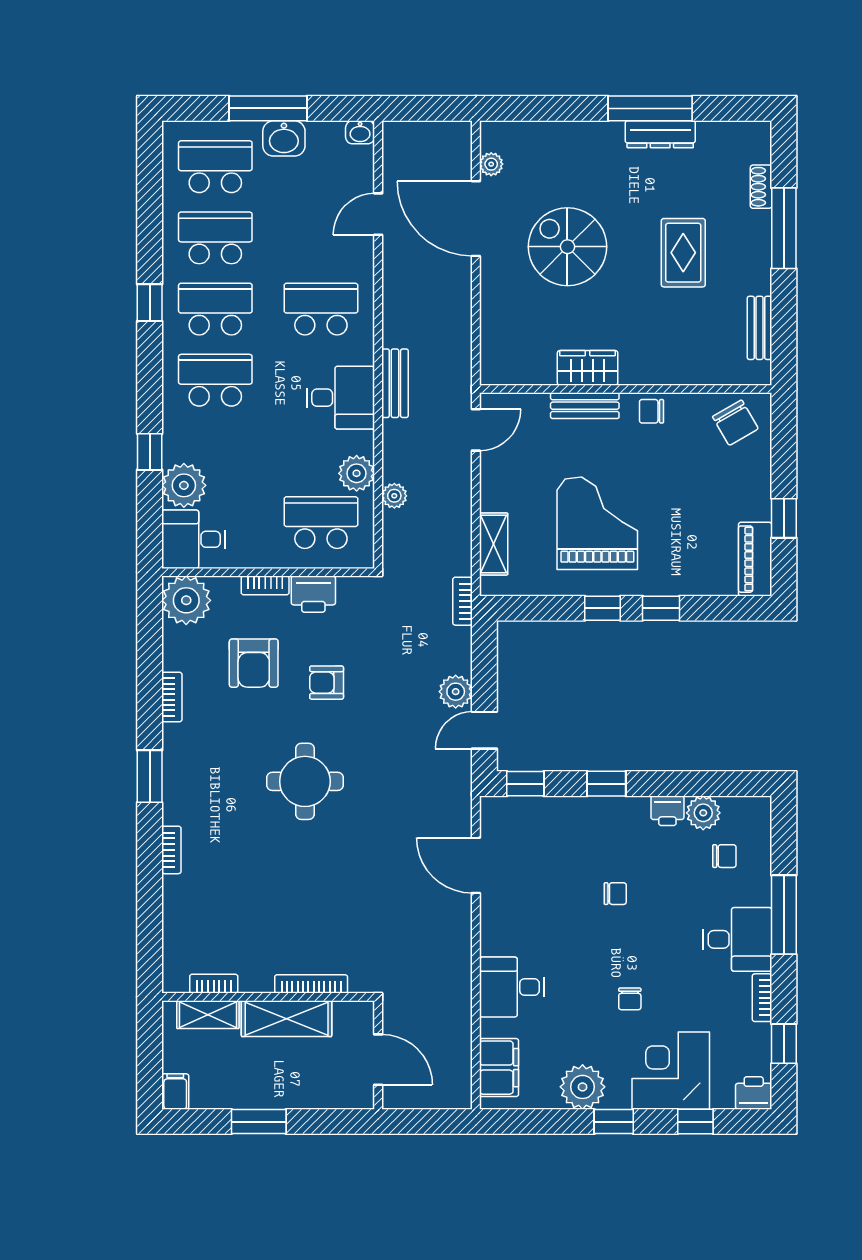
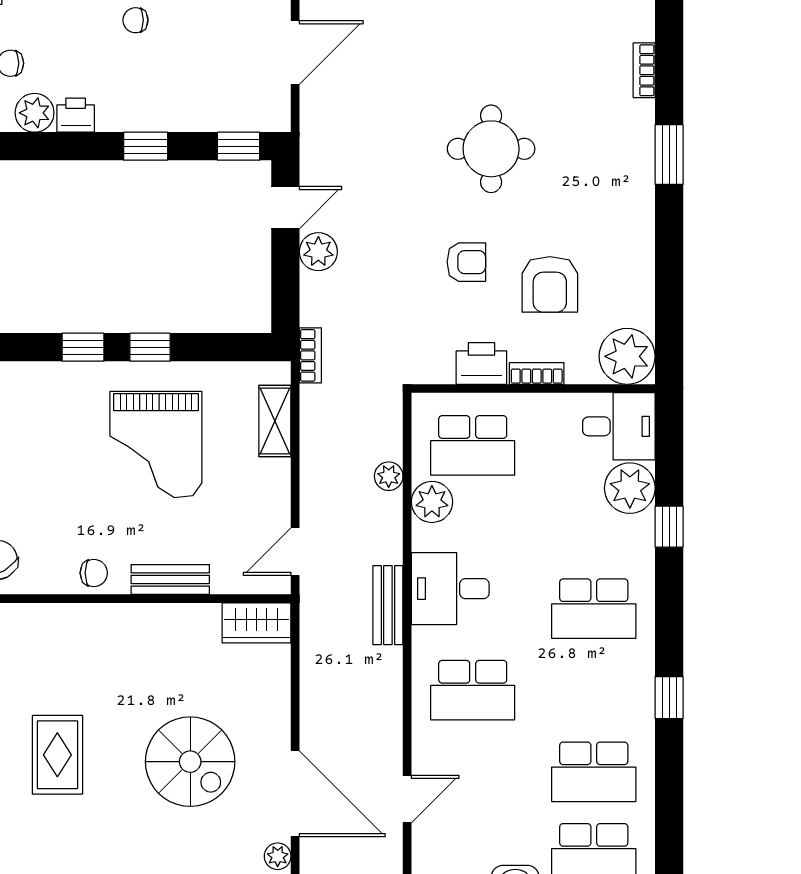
school desk: (215, 309) -> (594, 690), removed
wardrobe: (588, 368) -> (256, 623), moved
armchair: (254, 663) -> (550, 284), turned 180
bookcase: (172, 697) -> (644, 246), removed
door: (476, 865) -> (295, 53), hinge flipped

